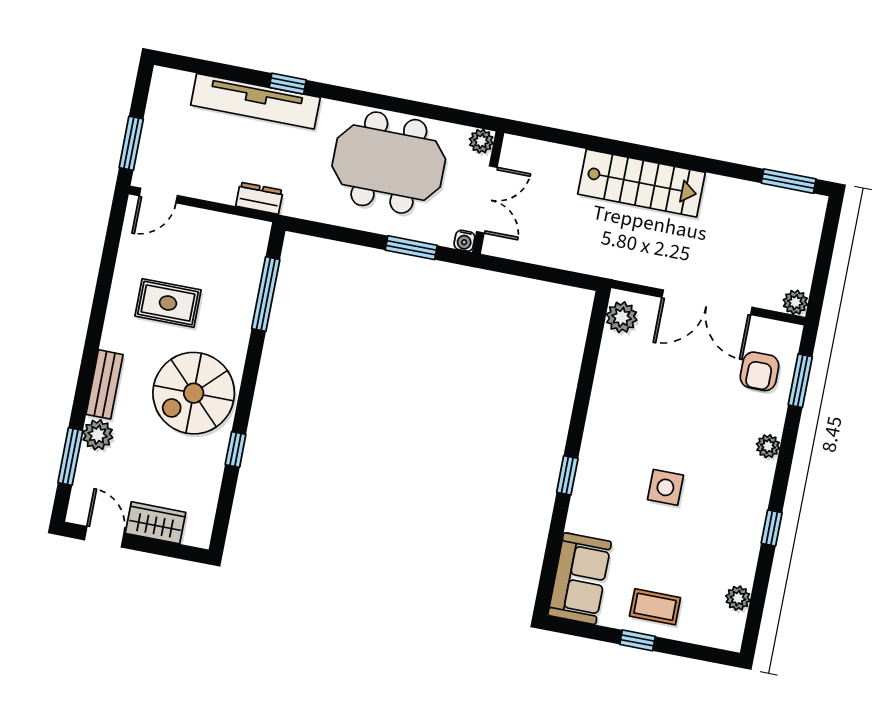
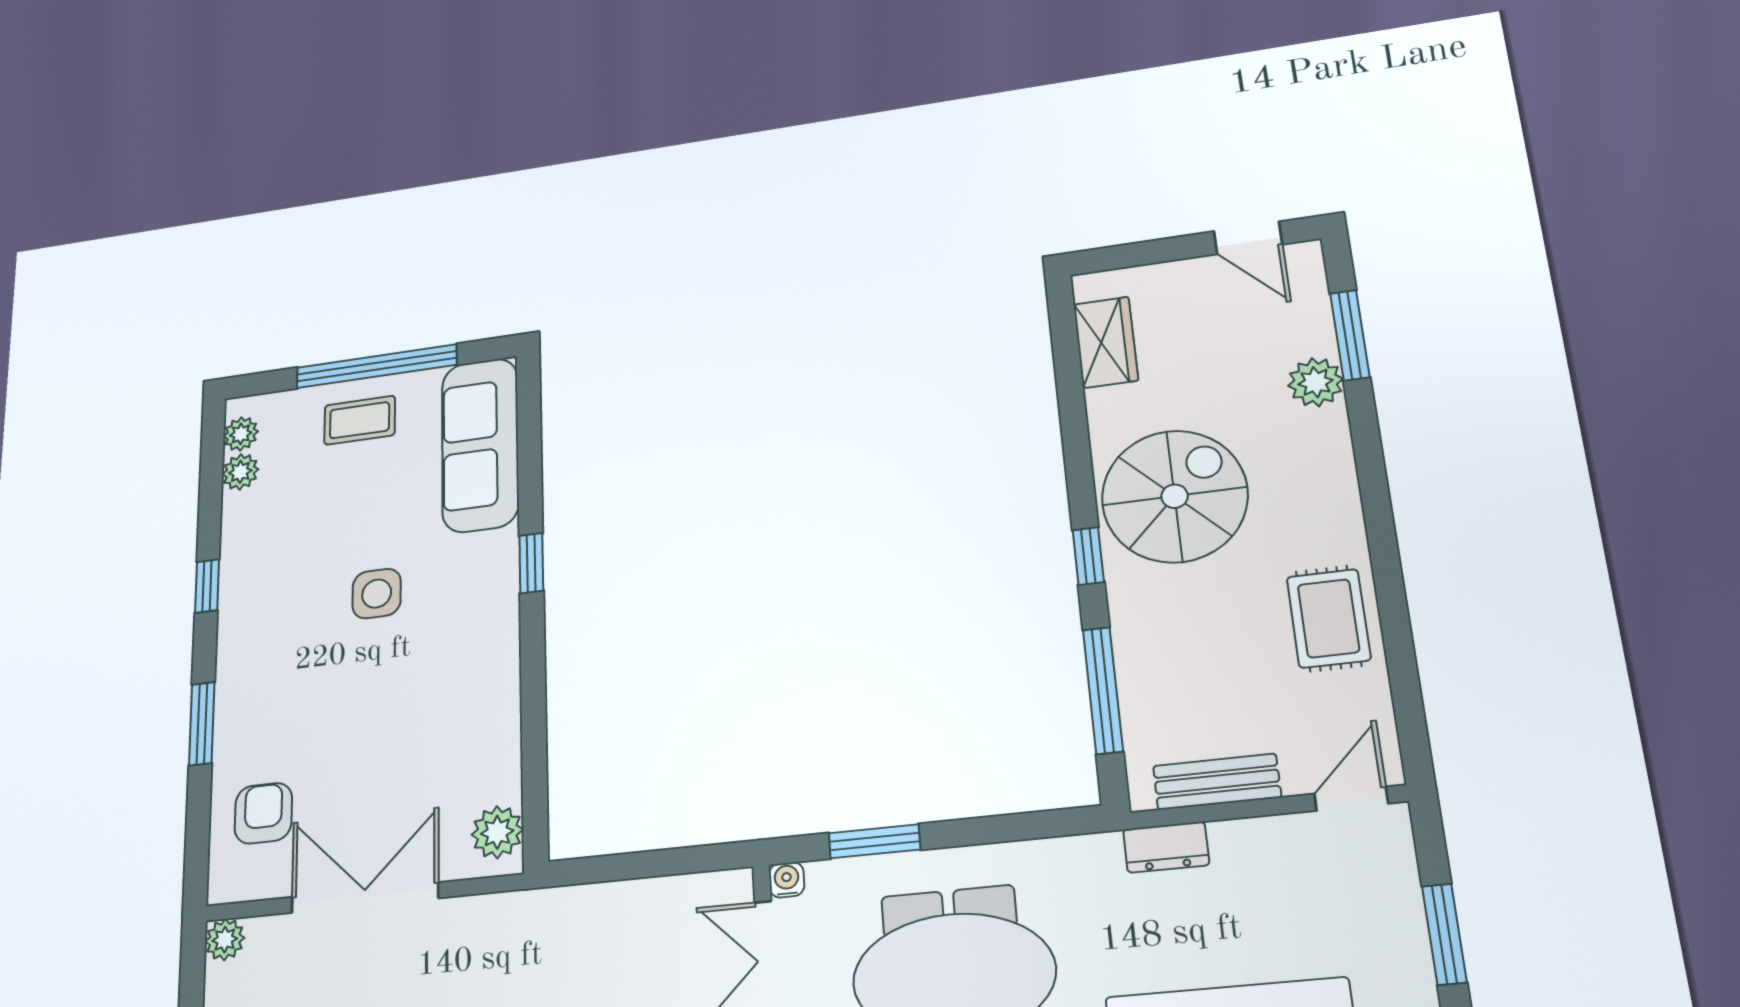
window: (131, 143) -> (1444, 934), moved
rug: (168, 303) -> (1329, 618), moved, turned 90
window: (800, 381) -> (202, 724), moved
bench: (105, 384) -> (1217, 782), moved, turned 90
plant: (768, 446) -> (241, 434), moved
window: (236, 449) -> (1088, 556), moved
wardrobe: (156, 523) -> (1106, 342), moved, turned -90
sofa: (580, 579) -> (480, 445), width x1.36
window: (637, 640) -> (376, 366), width x3.17

